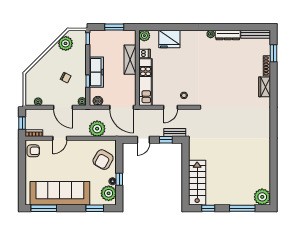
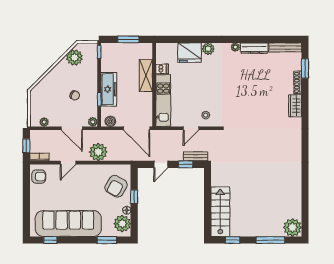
plant: (144, 36) -> (208, 49), moved
plant: (97, 129) -> (98, 152), moved
window: (119, 179) -> (134, 197), moved
window: (44, 208) -> (50, 240), width x0.46

